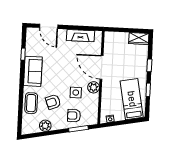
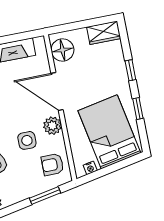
floor lamp: (111, 43) -> (62, 50), added
bed: (132, 99) -> (109, 132), width x1.50
armchair: (74, 116) -> (52, 165), moved

